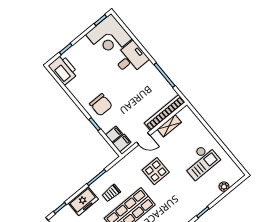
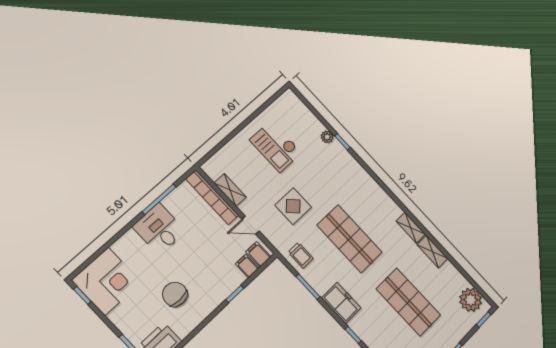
desk: (131, 58) -> (159, 229), moved
chair: (101, 105) -> (175, 294), moved, turned -90
door: (143, 139) -> (251, 225), swing flipped
checkout: (201, 162) -> (276, 146), turned 180
plant: (224, 187) -> (327, 137), moved
trolley: (111, 193) -> (301, 255), moved

